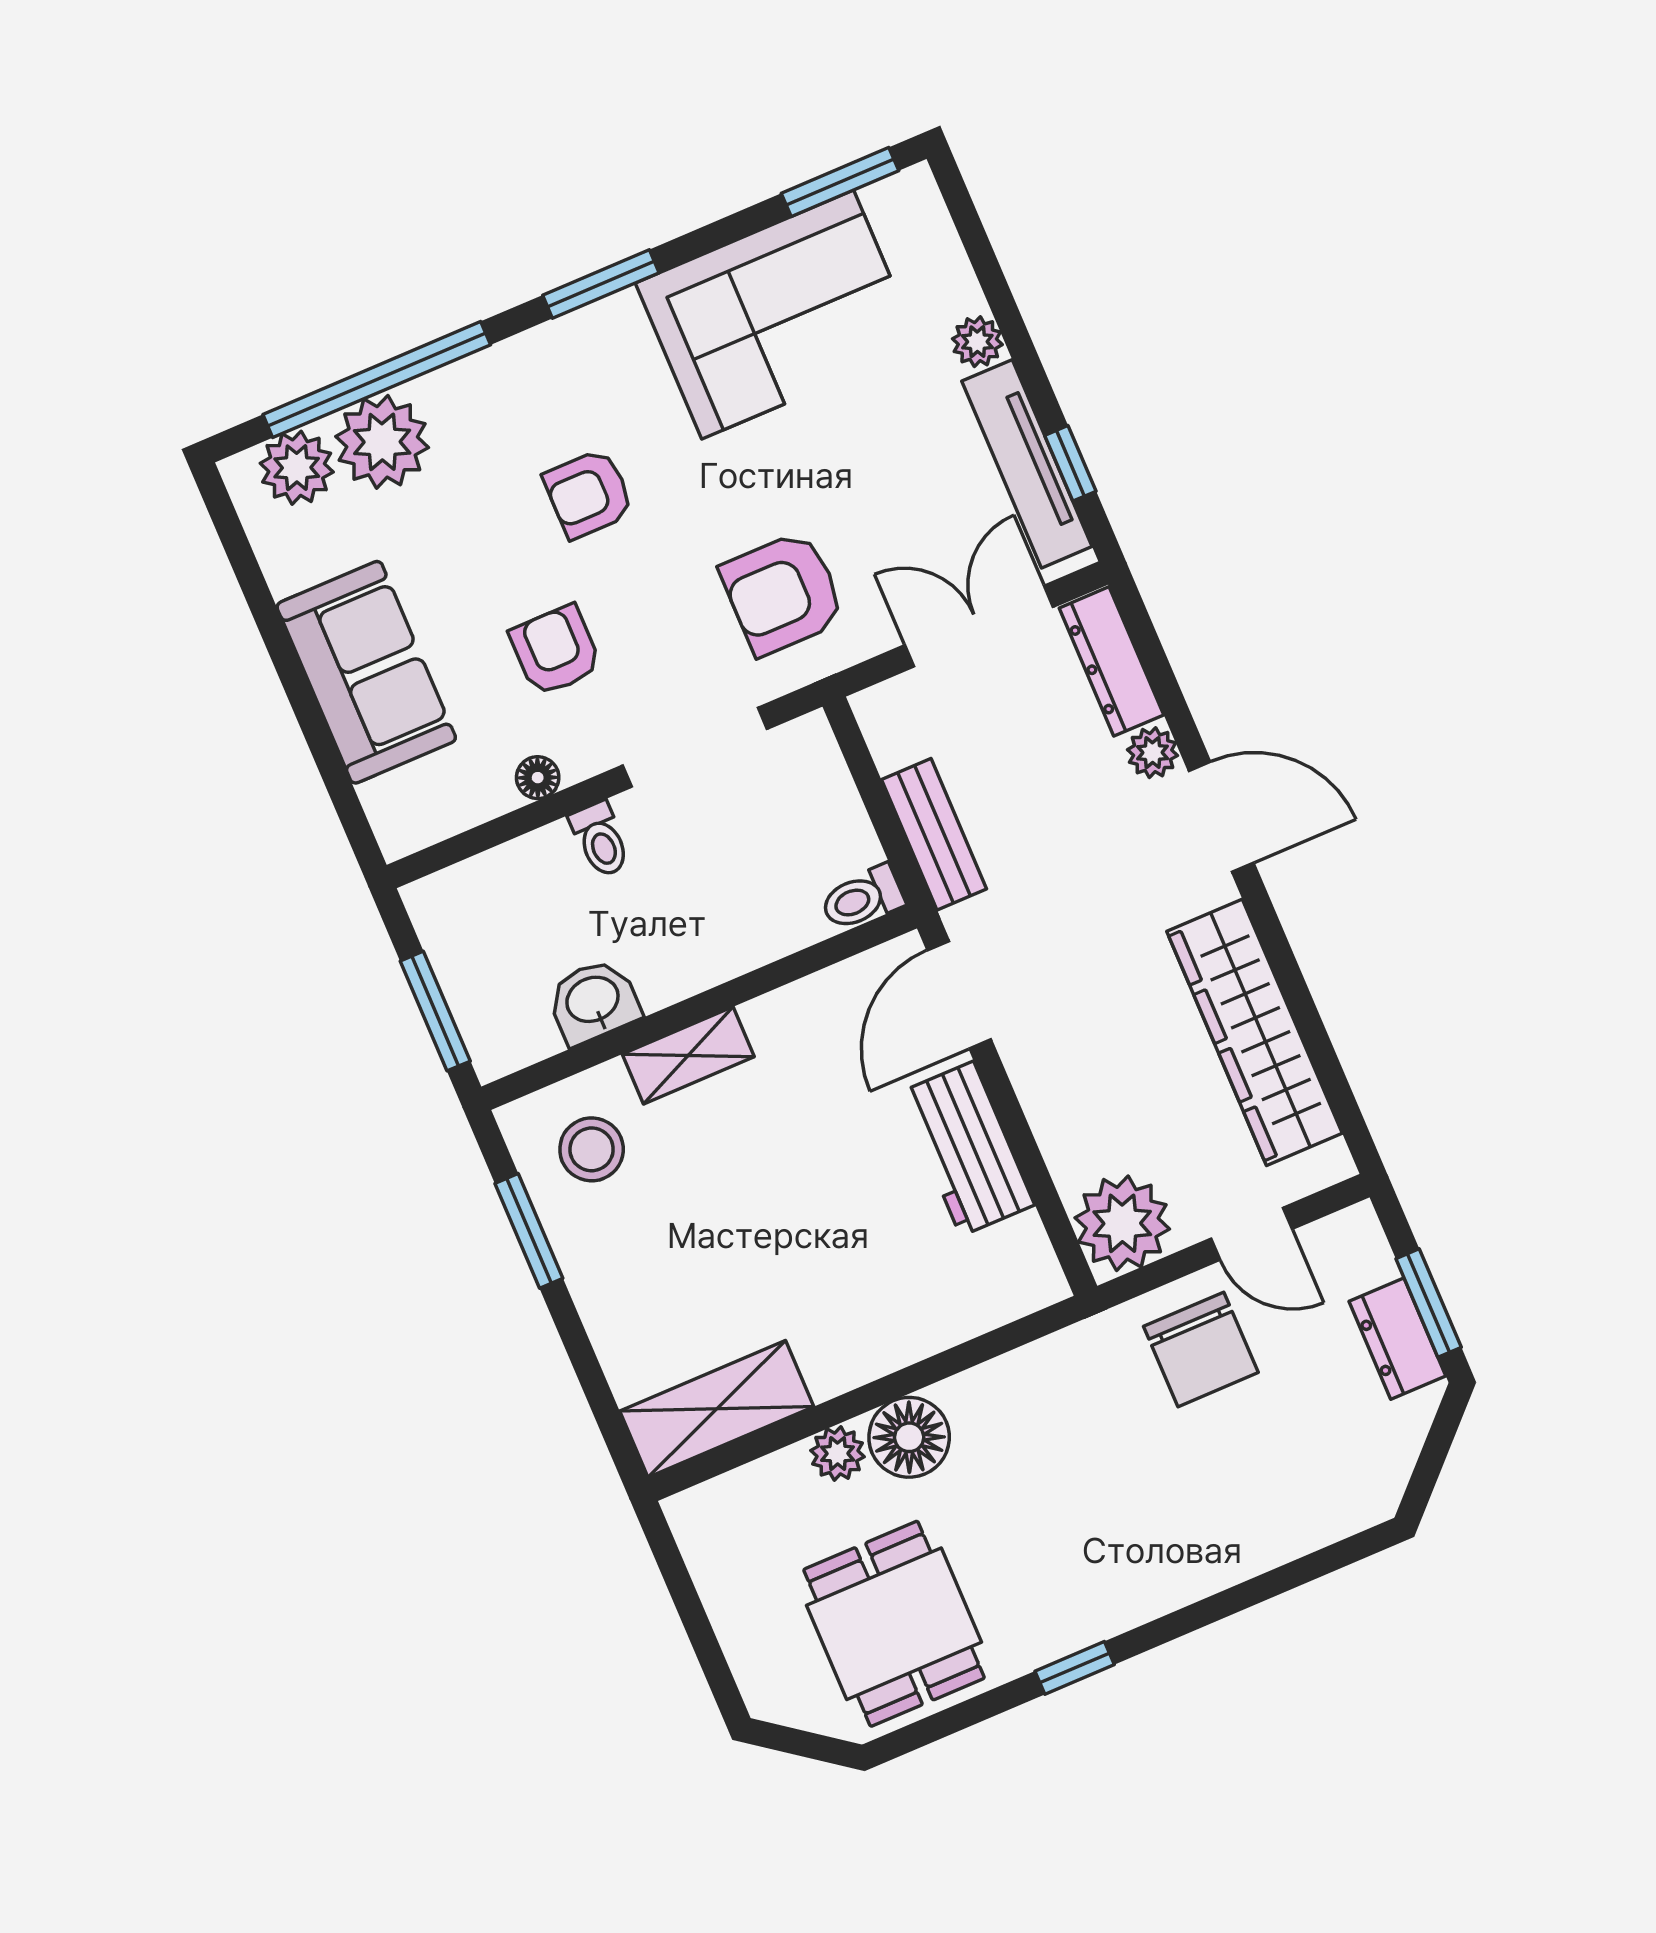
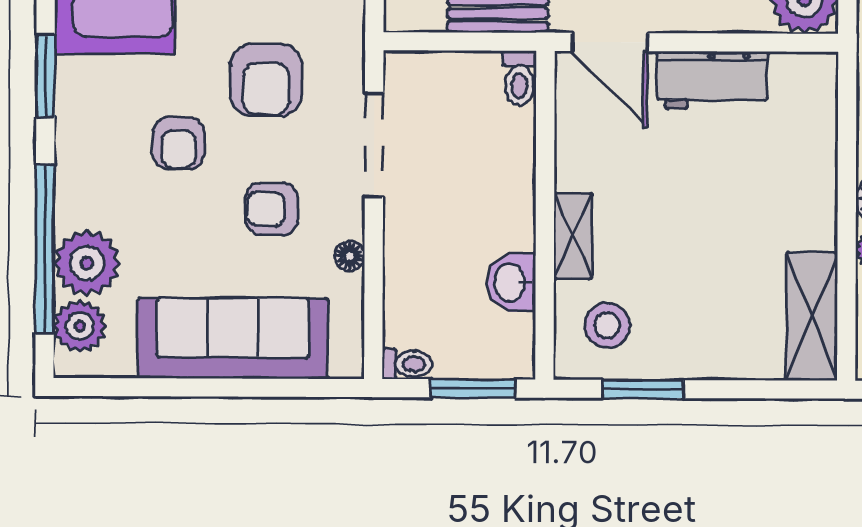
armchair: (783, 593) -> (266, 80), moved
sofa: (366, 672) -> (233, 338), width x1.36
toilet: (600, 840) -> (407, 364), moved

